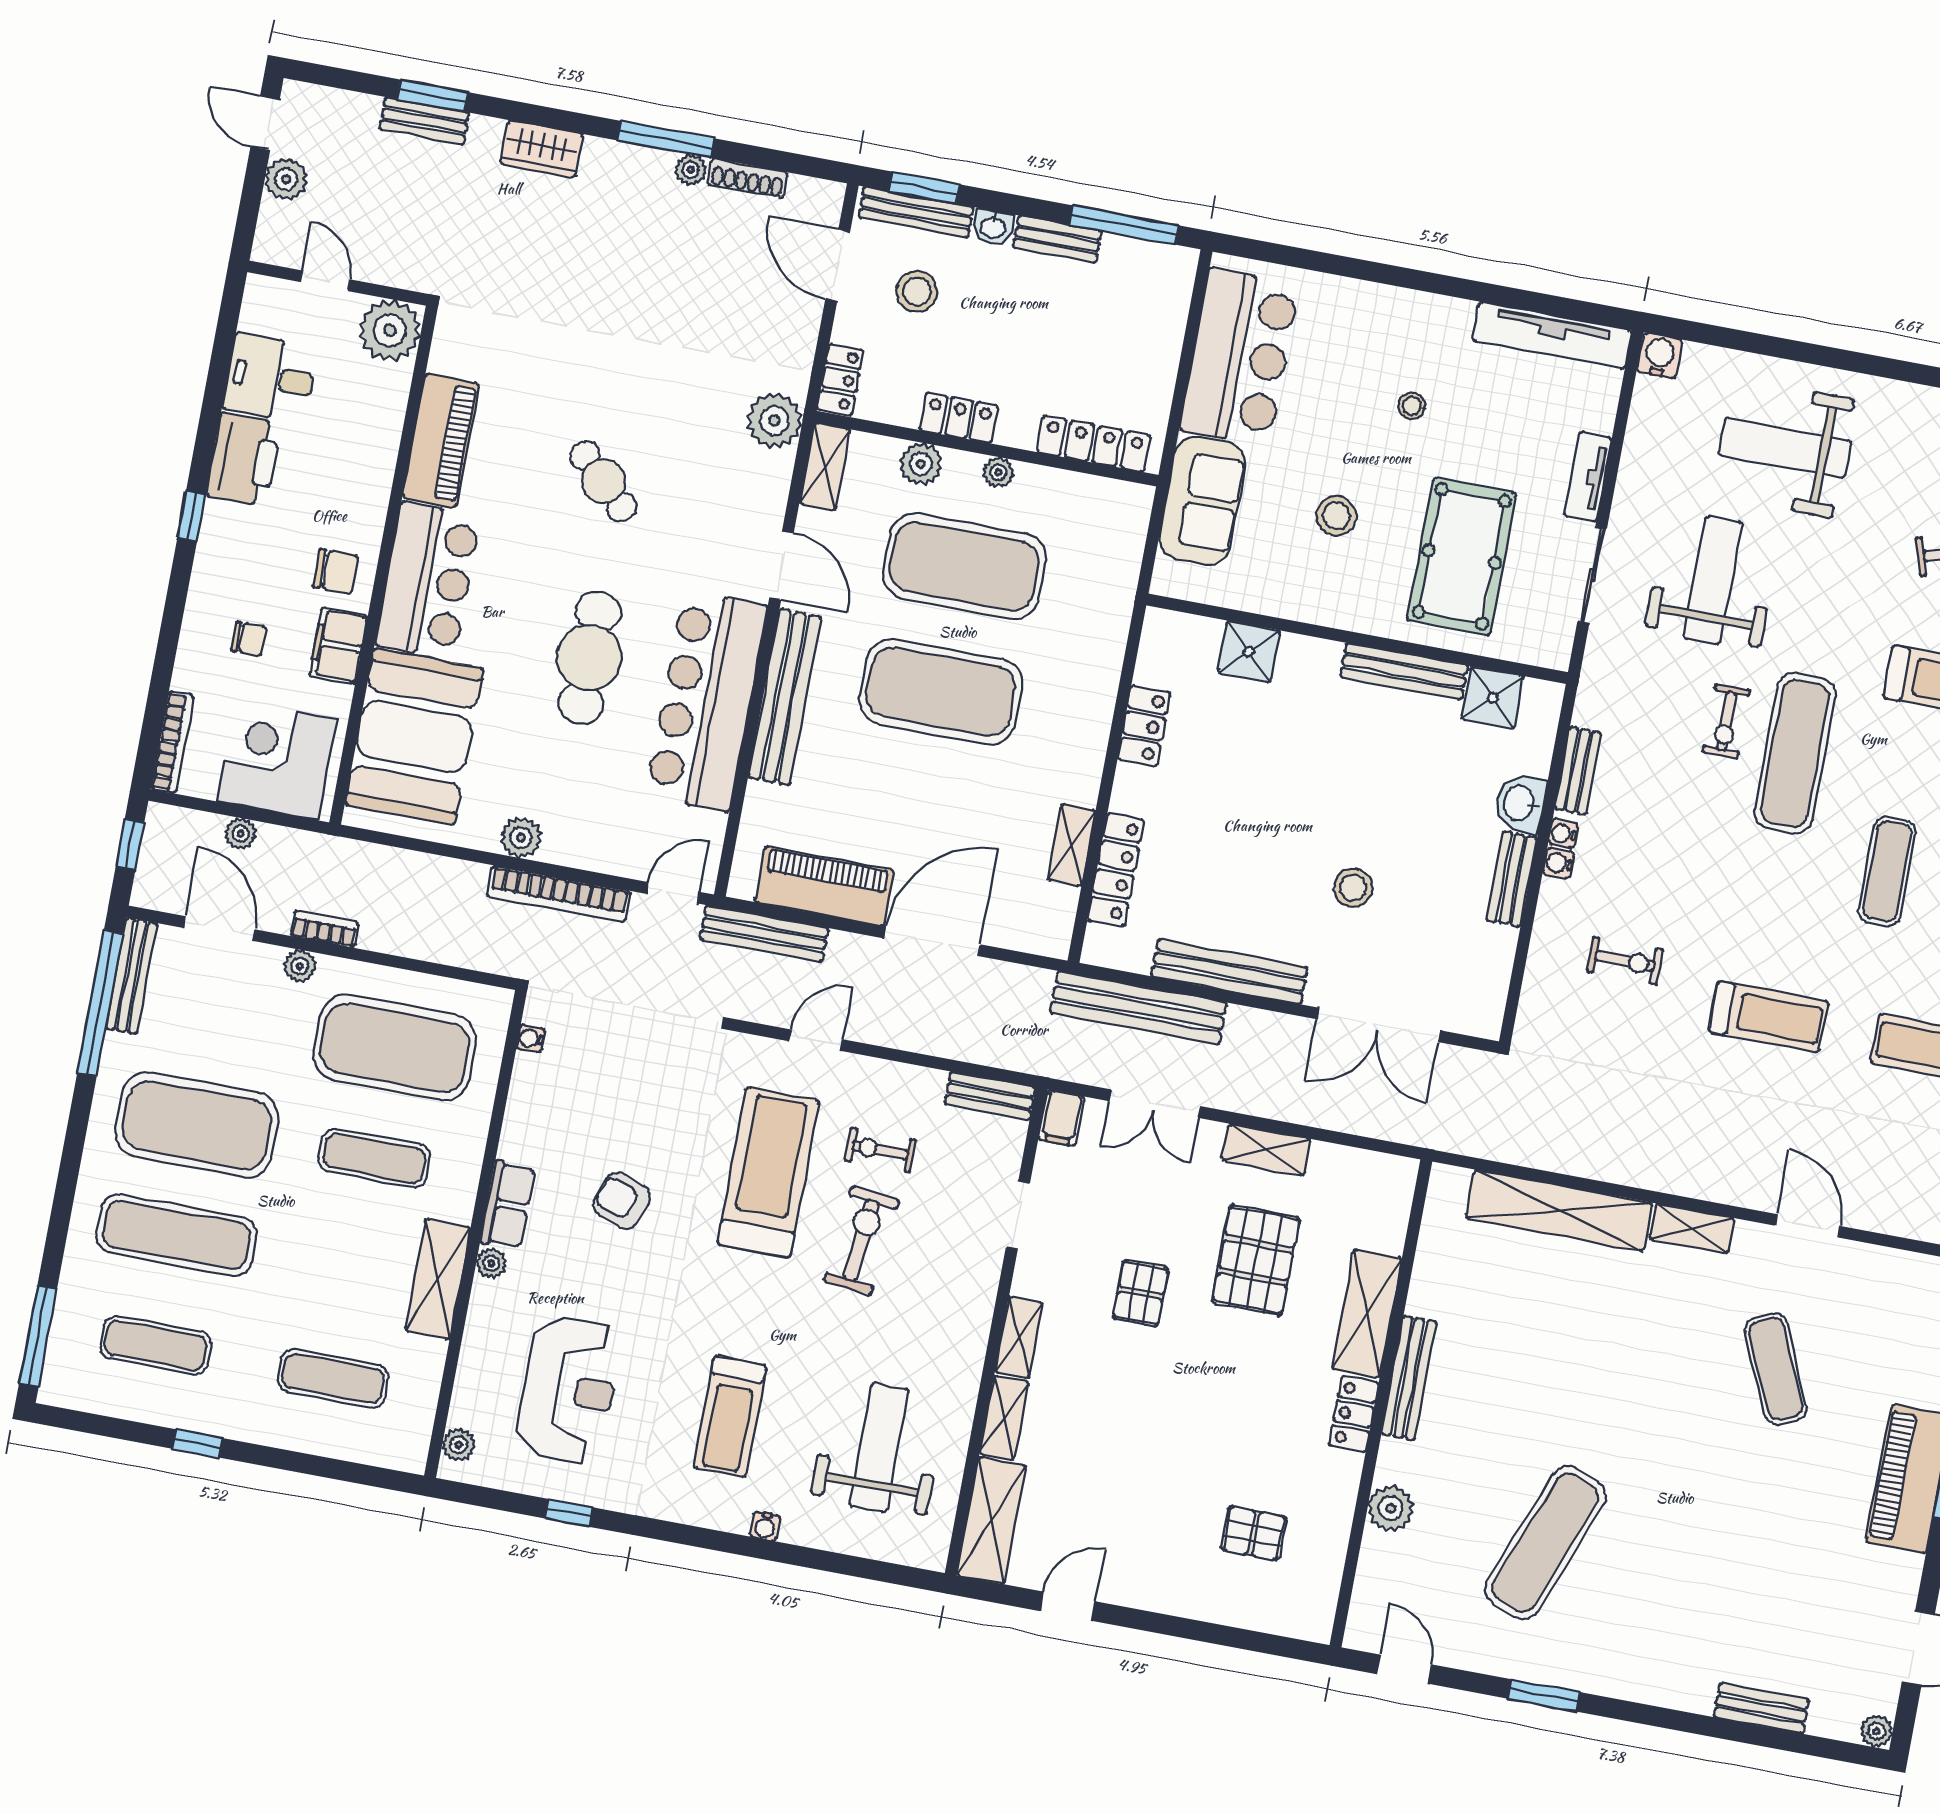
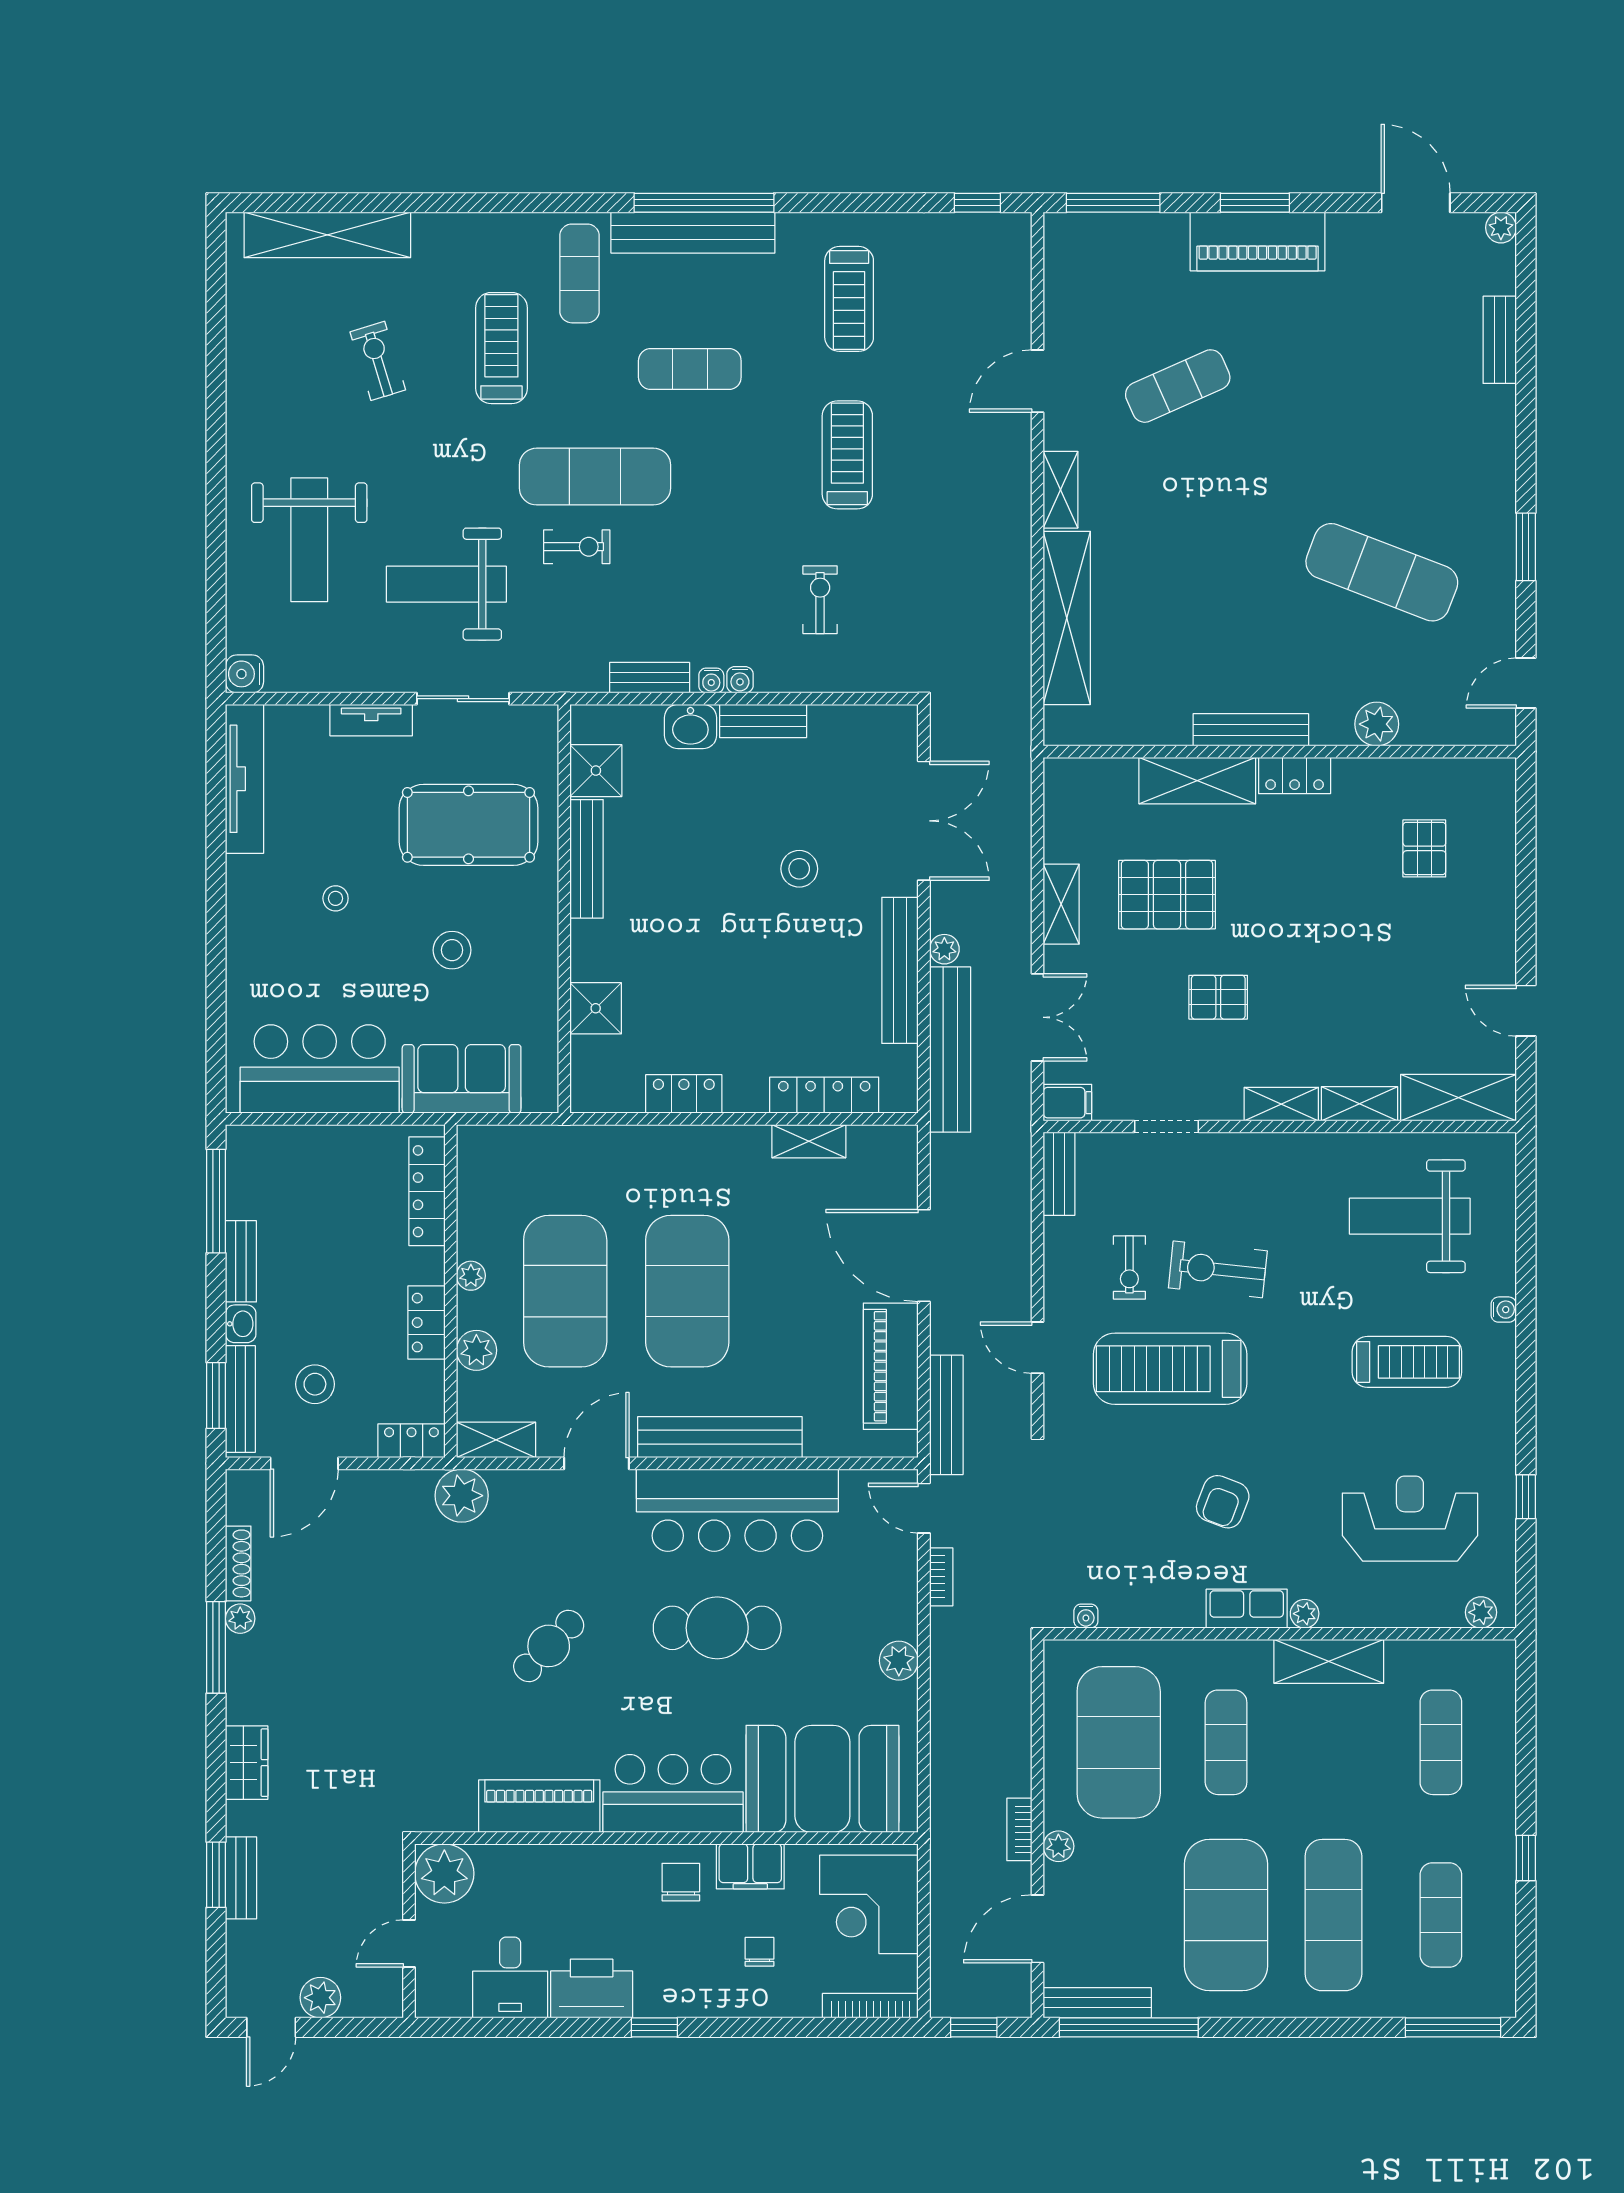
plant: (241, 834) -> (944, 949), moved
bookcase: (559, 894) -> (941, 1577), width x0.43, depth x0.76

